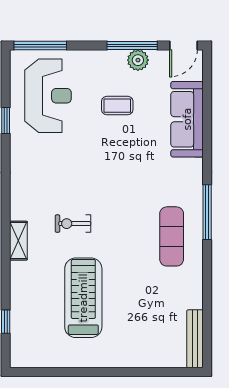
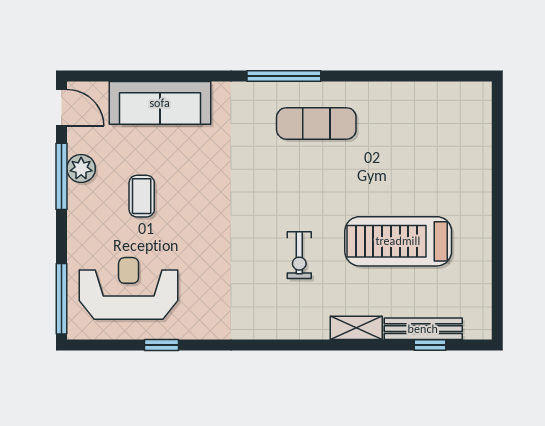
shelving: (18, 241) -> (356, 328), moved
bench: (195, 339) -> (423, 329), moved

